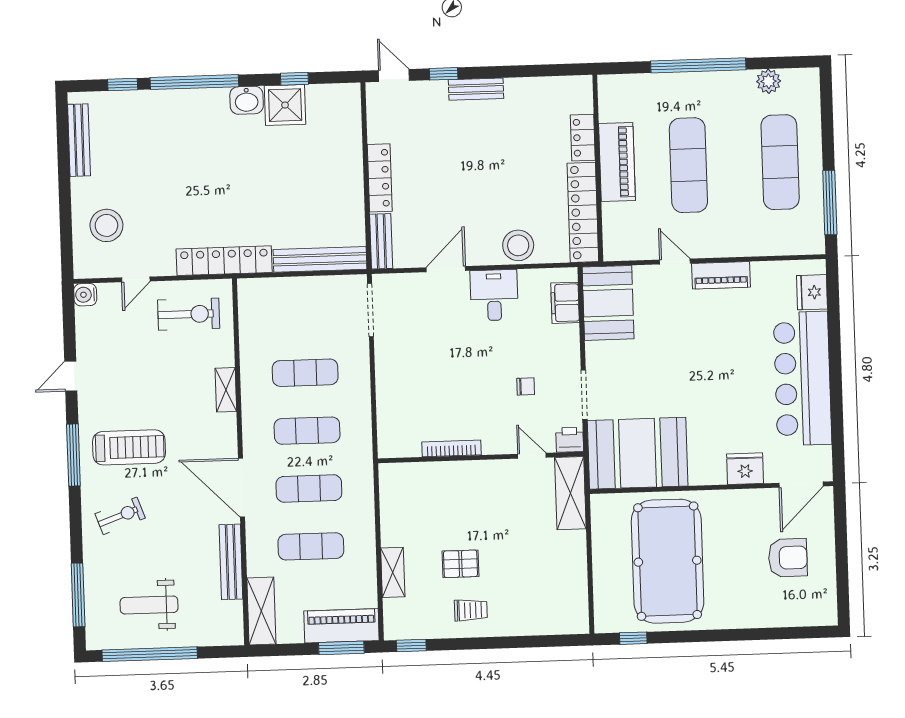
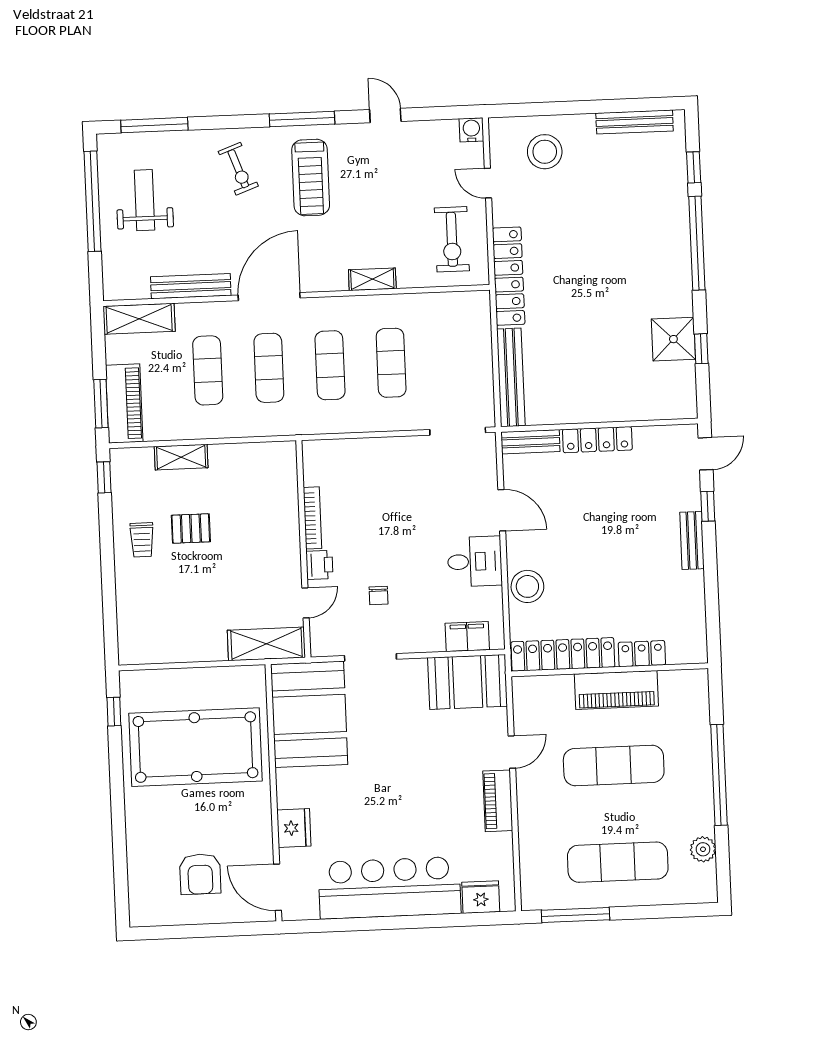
washbasin: (247, 100) -> (678, 298), removed
printer: (570, 440) -> (319, 565), moved
pallet: (460, 564) -> (191, 528), turned 90

